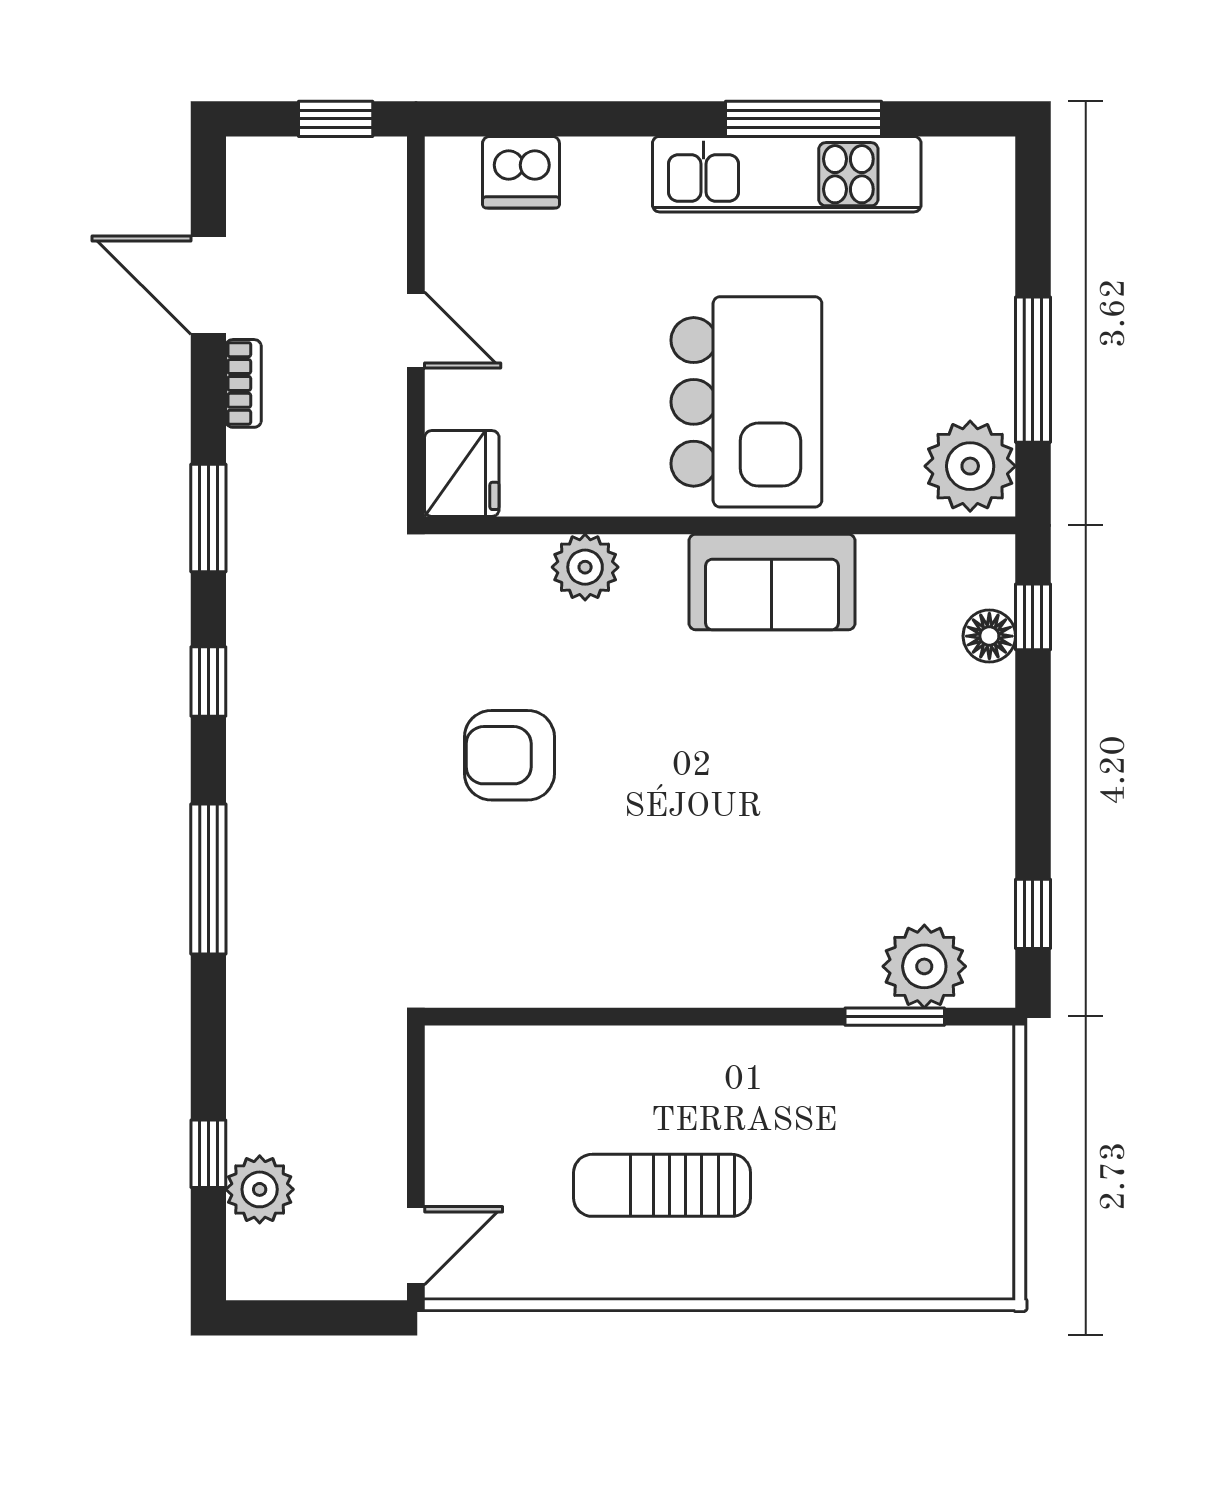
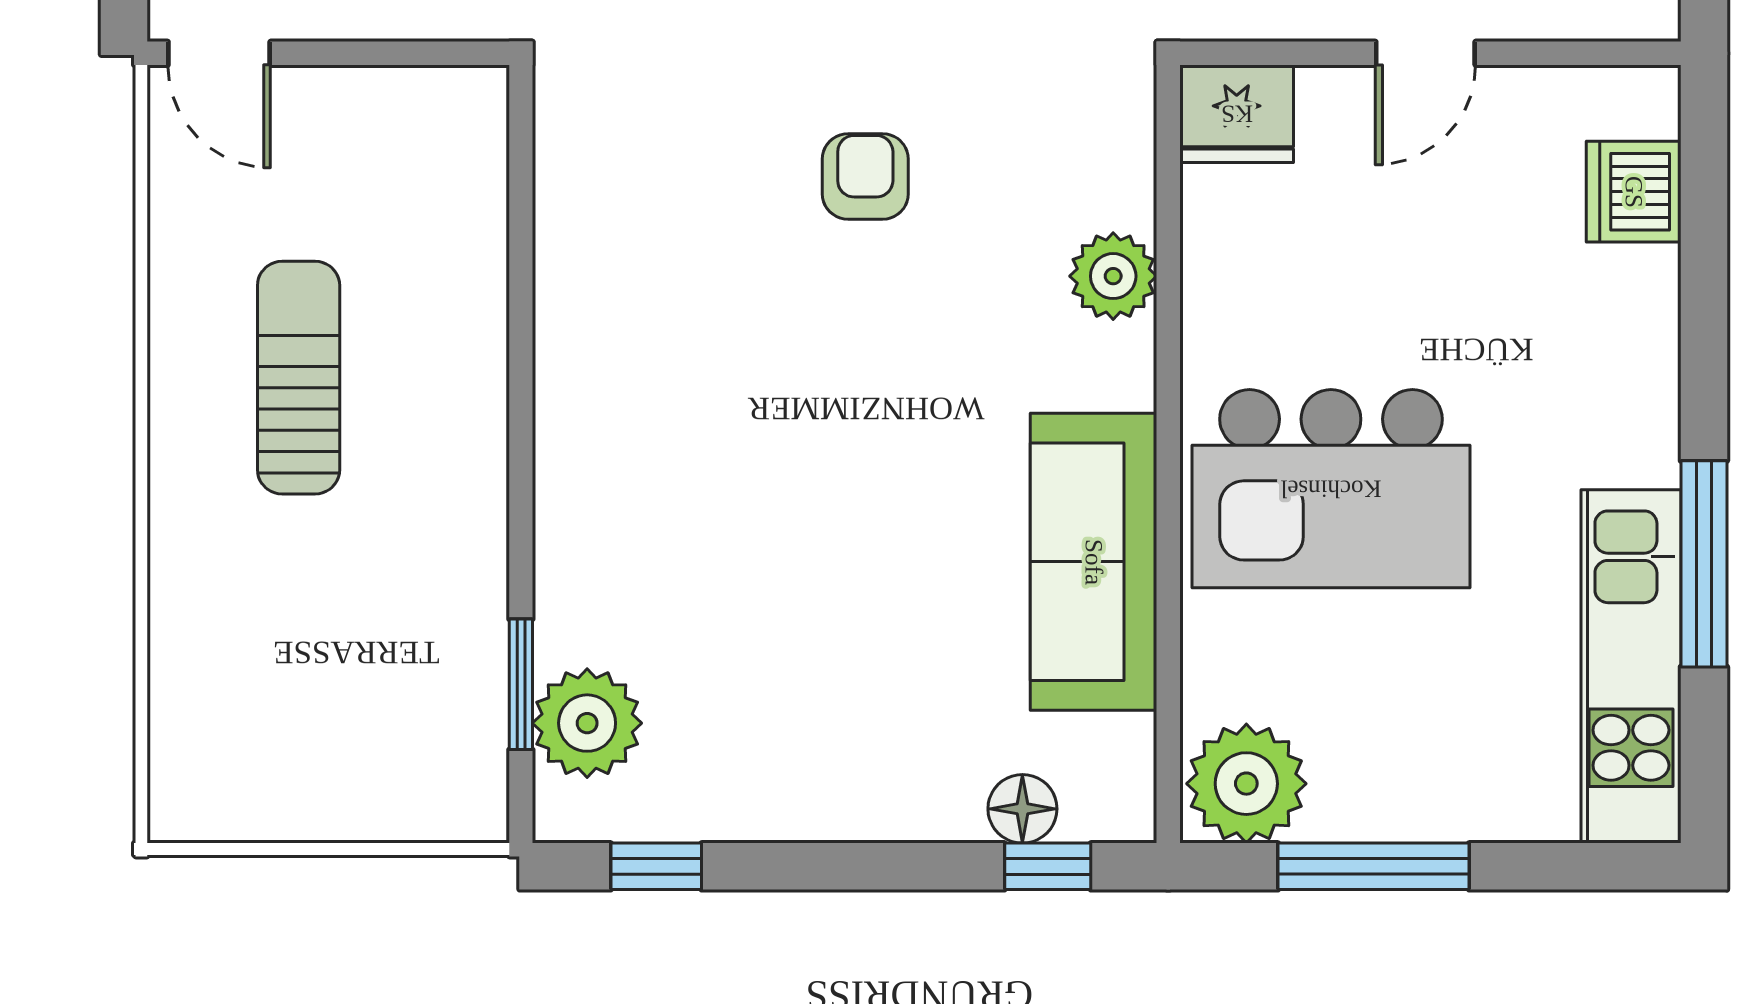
kitchen unit: (787, 174) -> (1631, 666), moved
sofa: (772, 582) -> (1094, 562), width x1.36
armchair: (509, 755) -> (865, 176), width x0.72, depth x0.72

